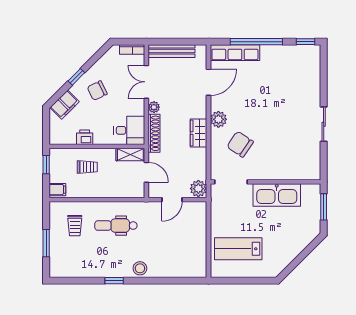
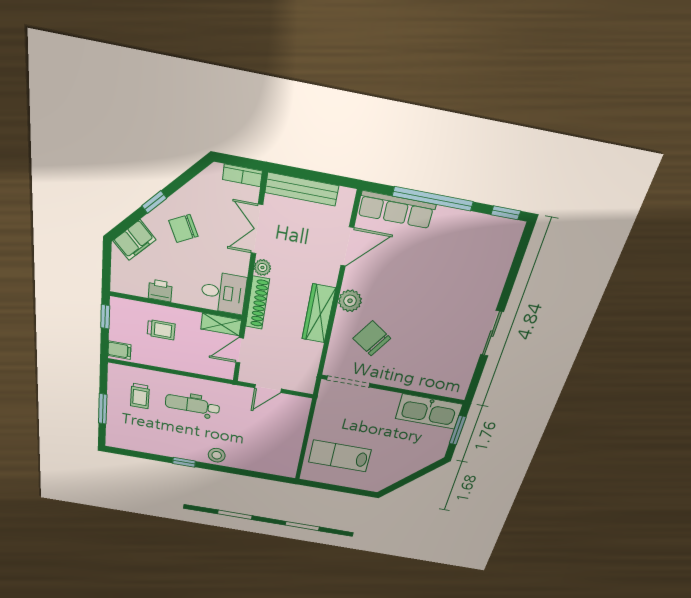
wardrobe: (199, 133) -> (319, 314), width x1.50
door: (146, 172) -> (240, 350), swing flipped
plant: (198, 189) -> (305, 382), removed
kitchen sink: (277, 195) -> (429, 411), moved

